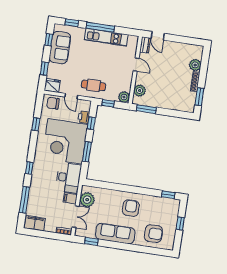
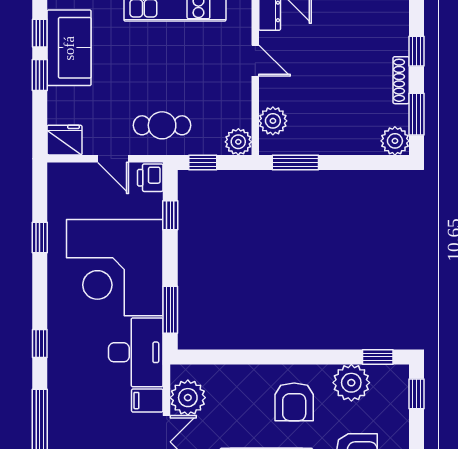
plant: (195, 65) -> (395, 141), moved
window: (44, 69) -> (40, 75), moved
window: (203, 71) -> (417, 51), added
chair: (53, 103) -> (73, 182), removed
printer: (84, 117) -> (150, 178), moved
window: (87, 152) -> (170, 310), moved
plant: (156, 204) -> (351, 383), added
armchair: (131, 208) -> (294, 402), turned 180
window: (180, 223) -> (417, 394), moved

